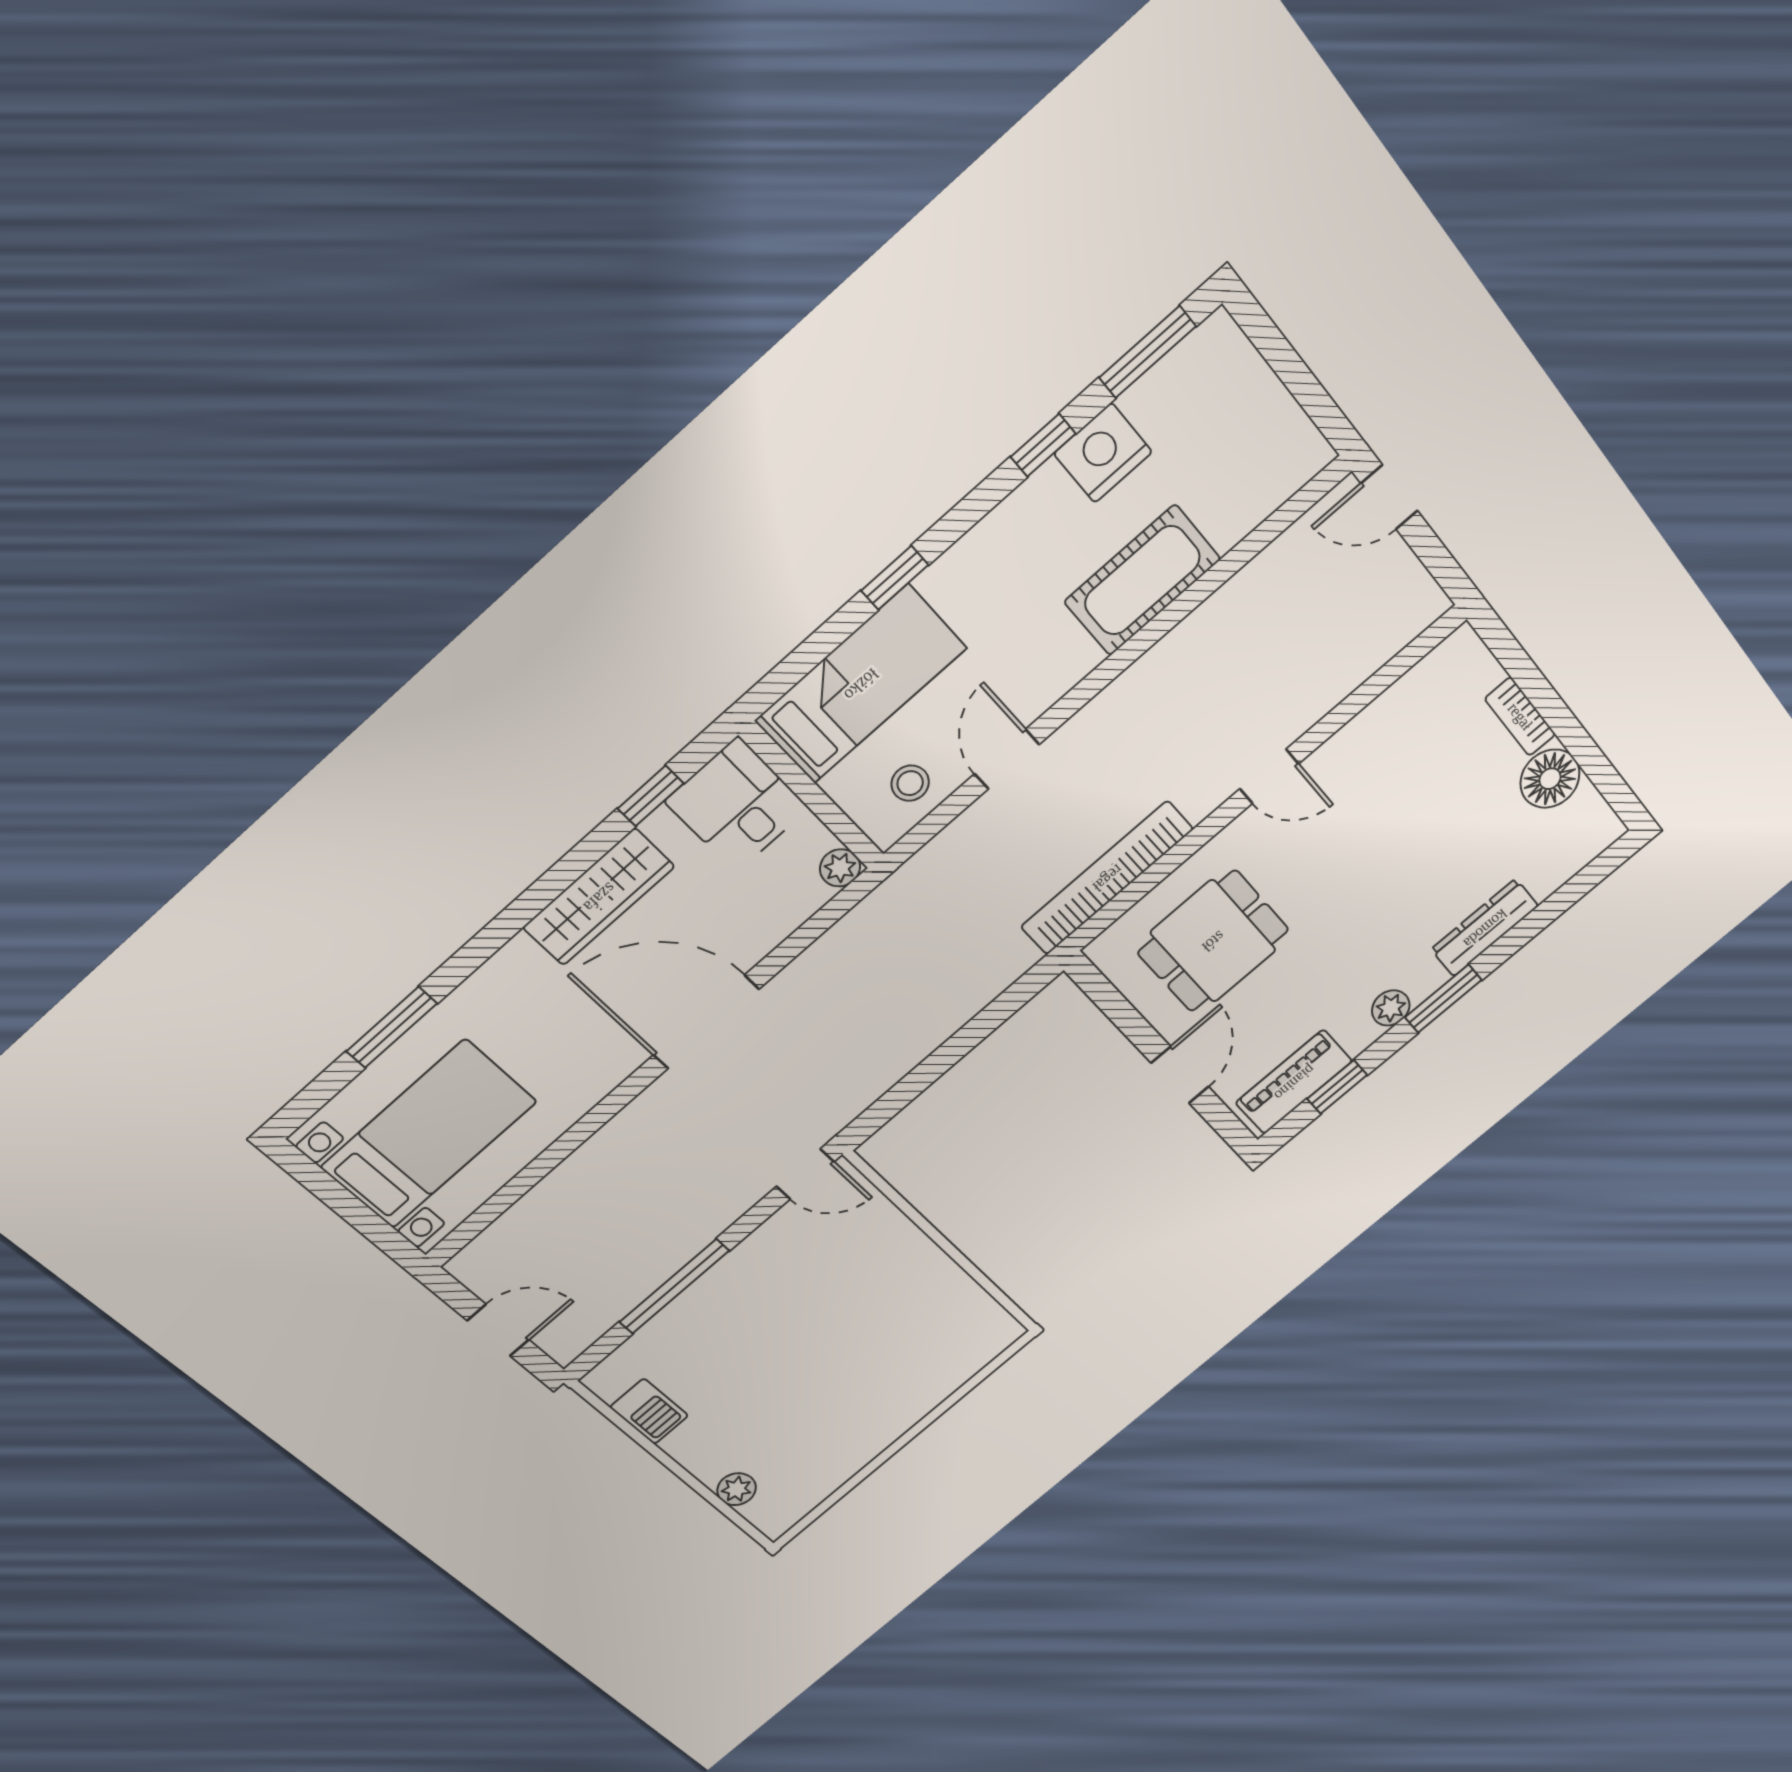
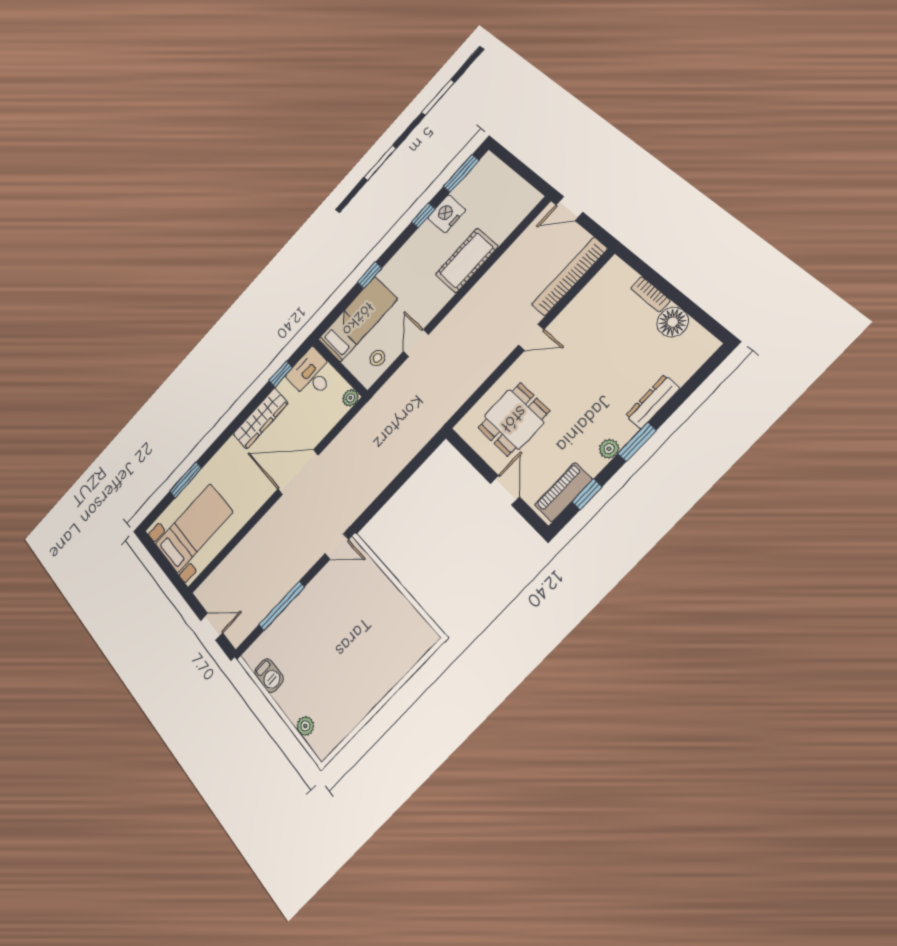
bookcase: (1107, 878) -> (569, 277), moved

